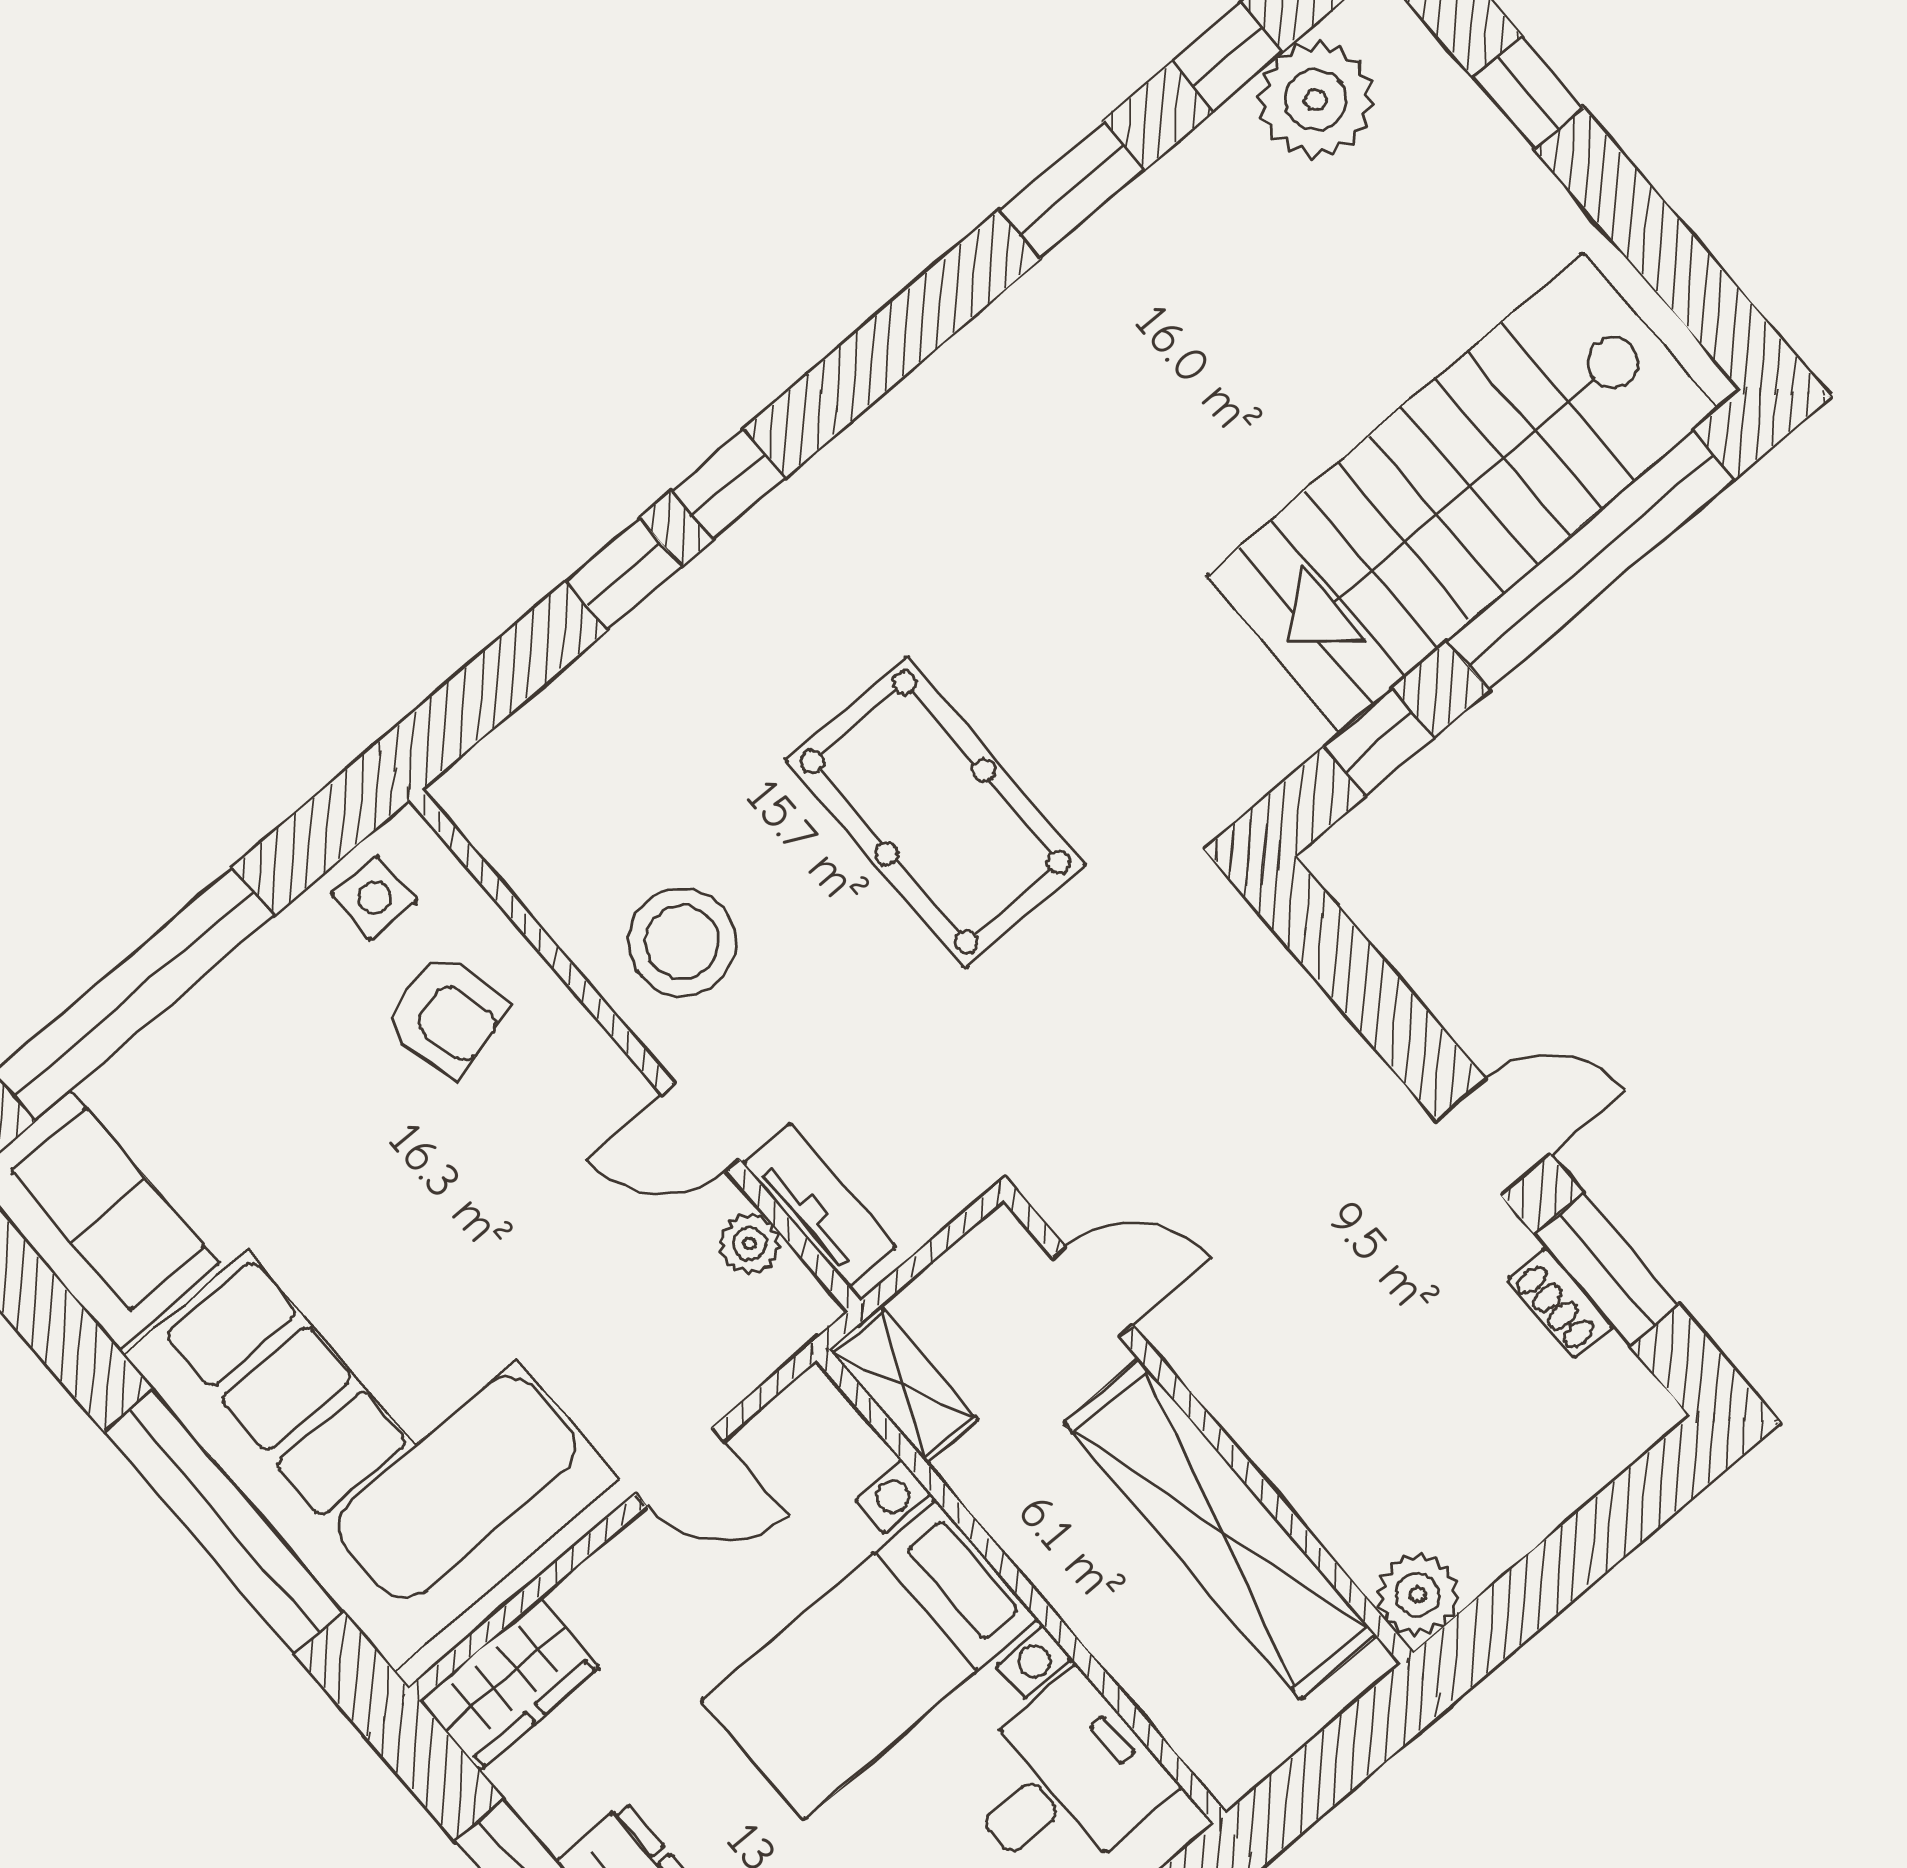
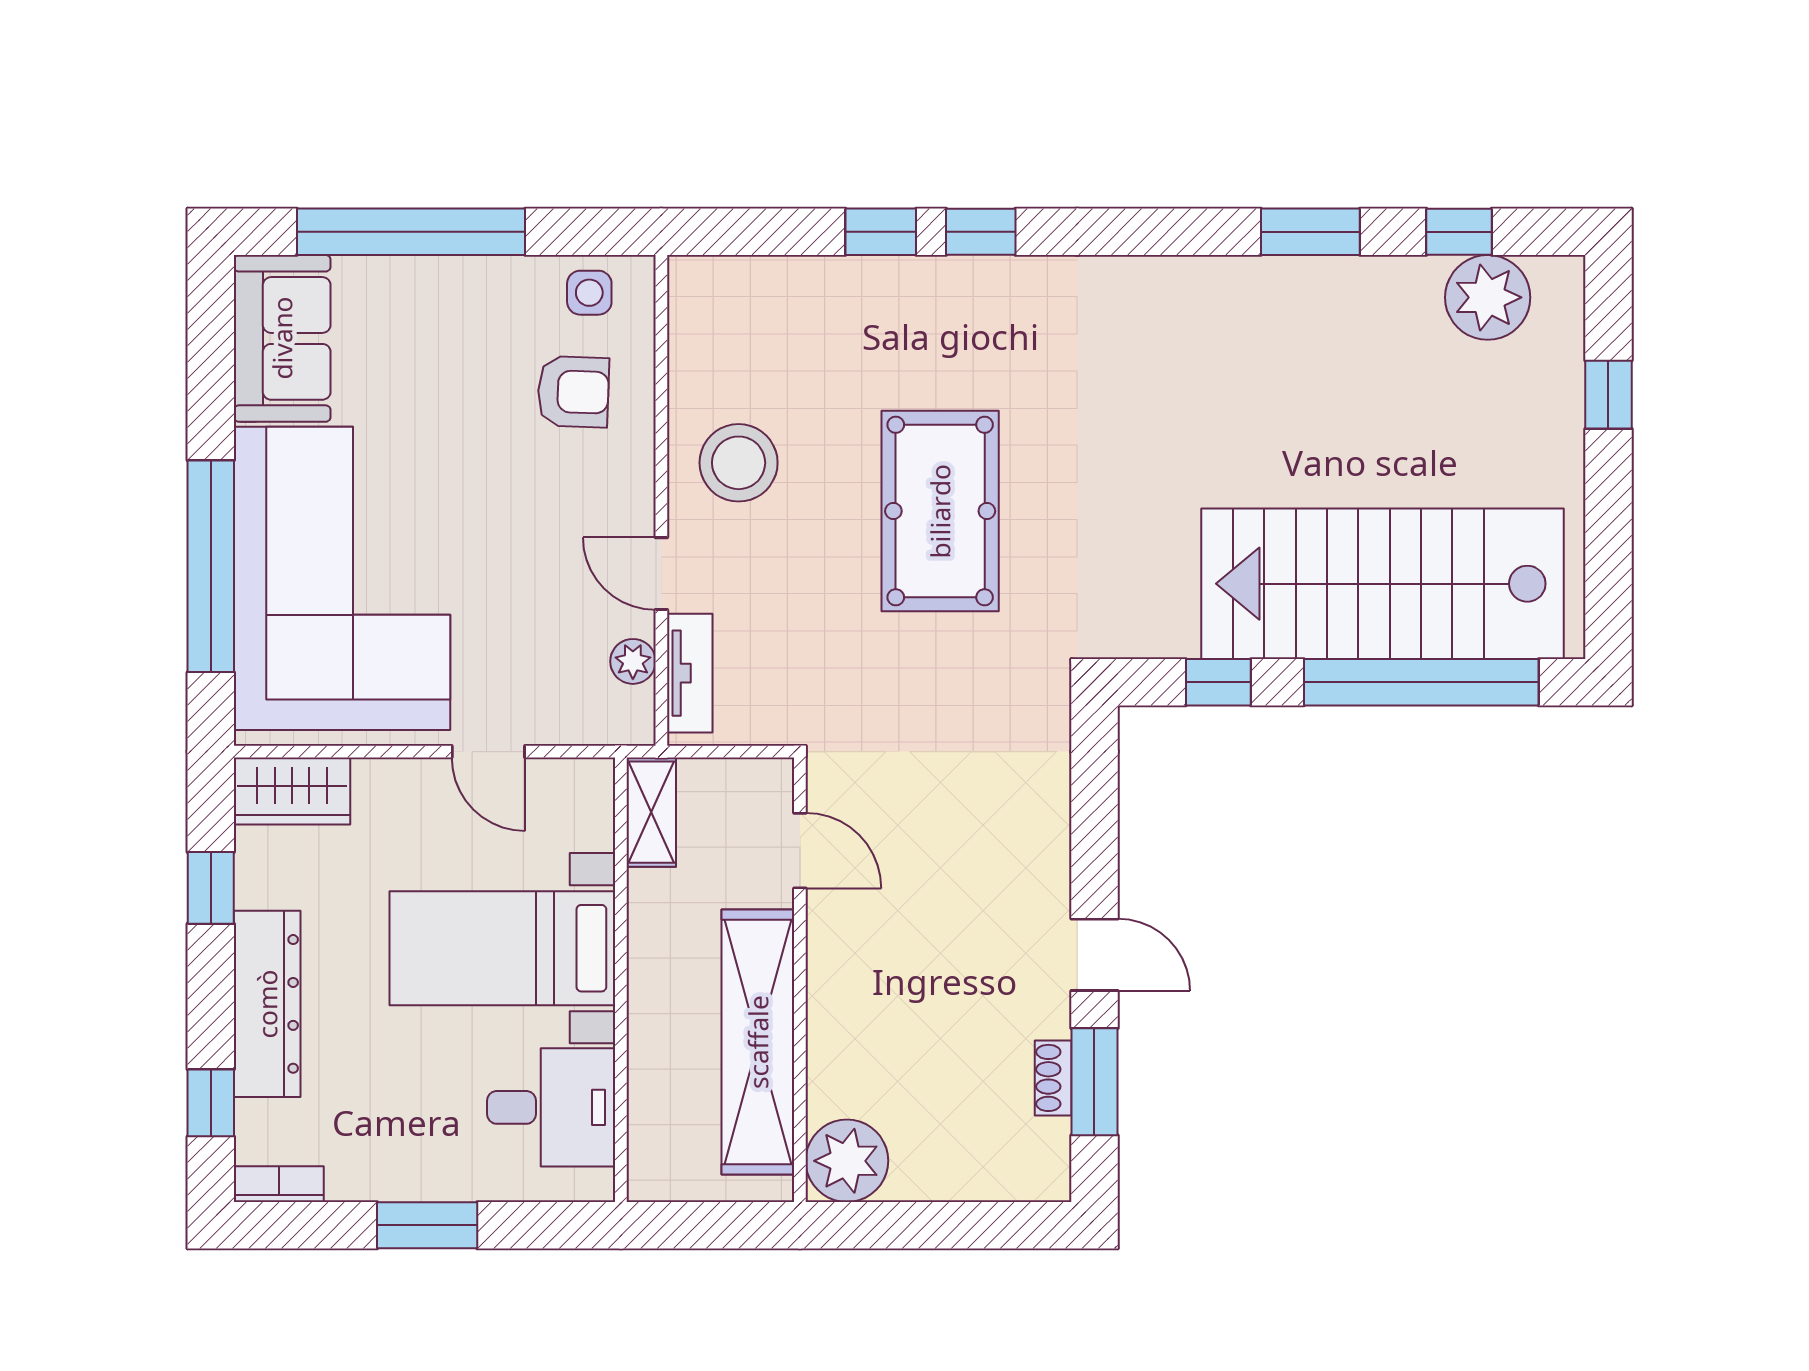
armchair: (446, 1016) -> (573, 392), turned -74
plant: (1418, 1595) -> (847, 1161), width x1.36, depth x1.36

